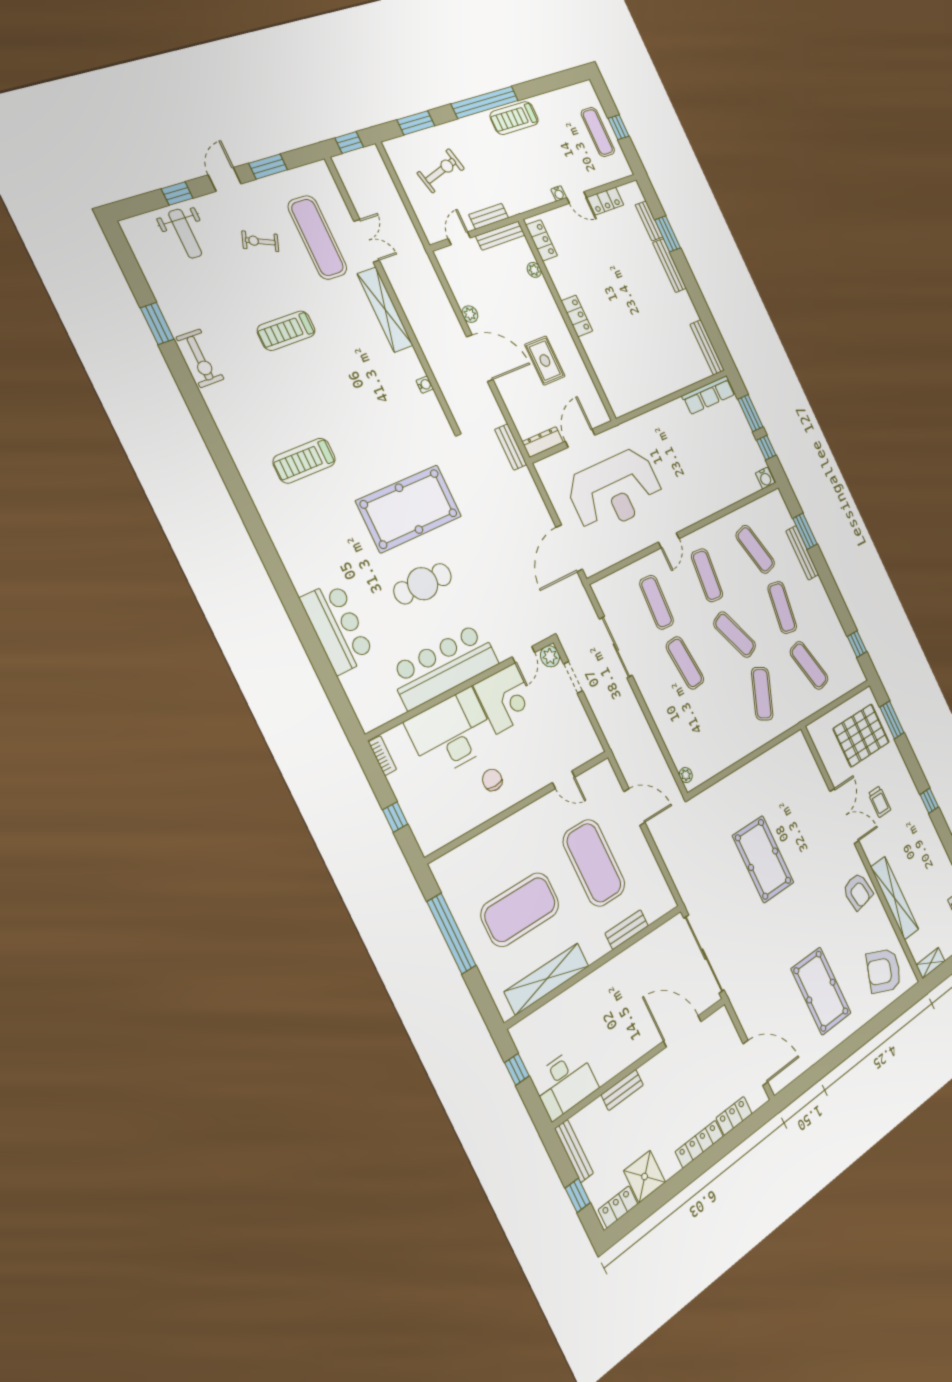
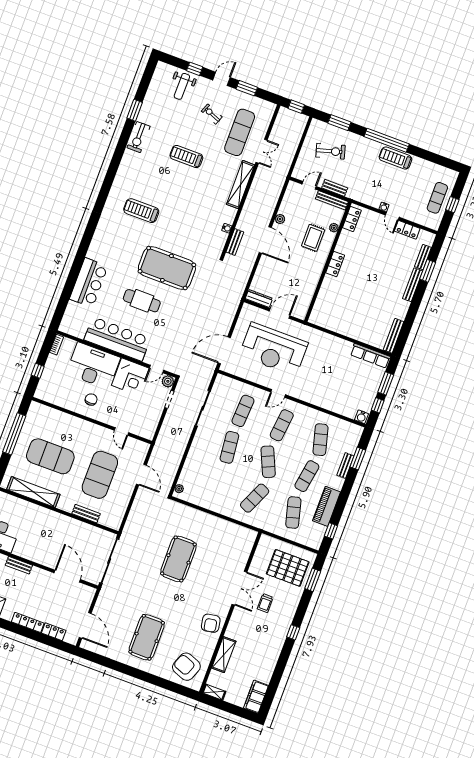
rug: (545, 360) -> (313, 238), moved
bench: (511, 447) -> (235, 242), moved
bench: (802, 553) -> (345, 466), width x0.73
piano: (829, 621) -> (327, 506), added
shelving: (895, 898) -> (224, 655), width x0.68

